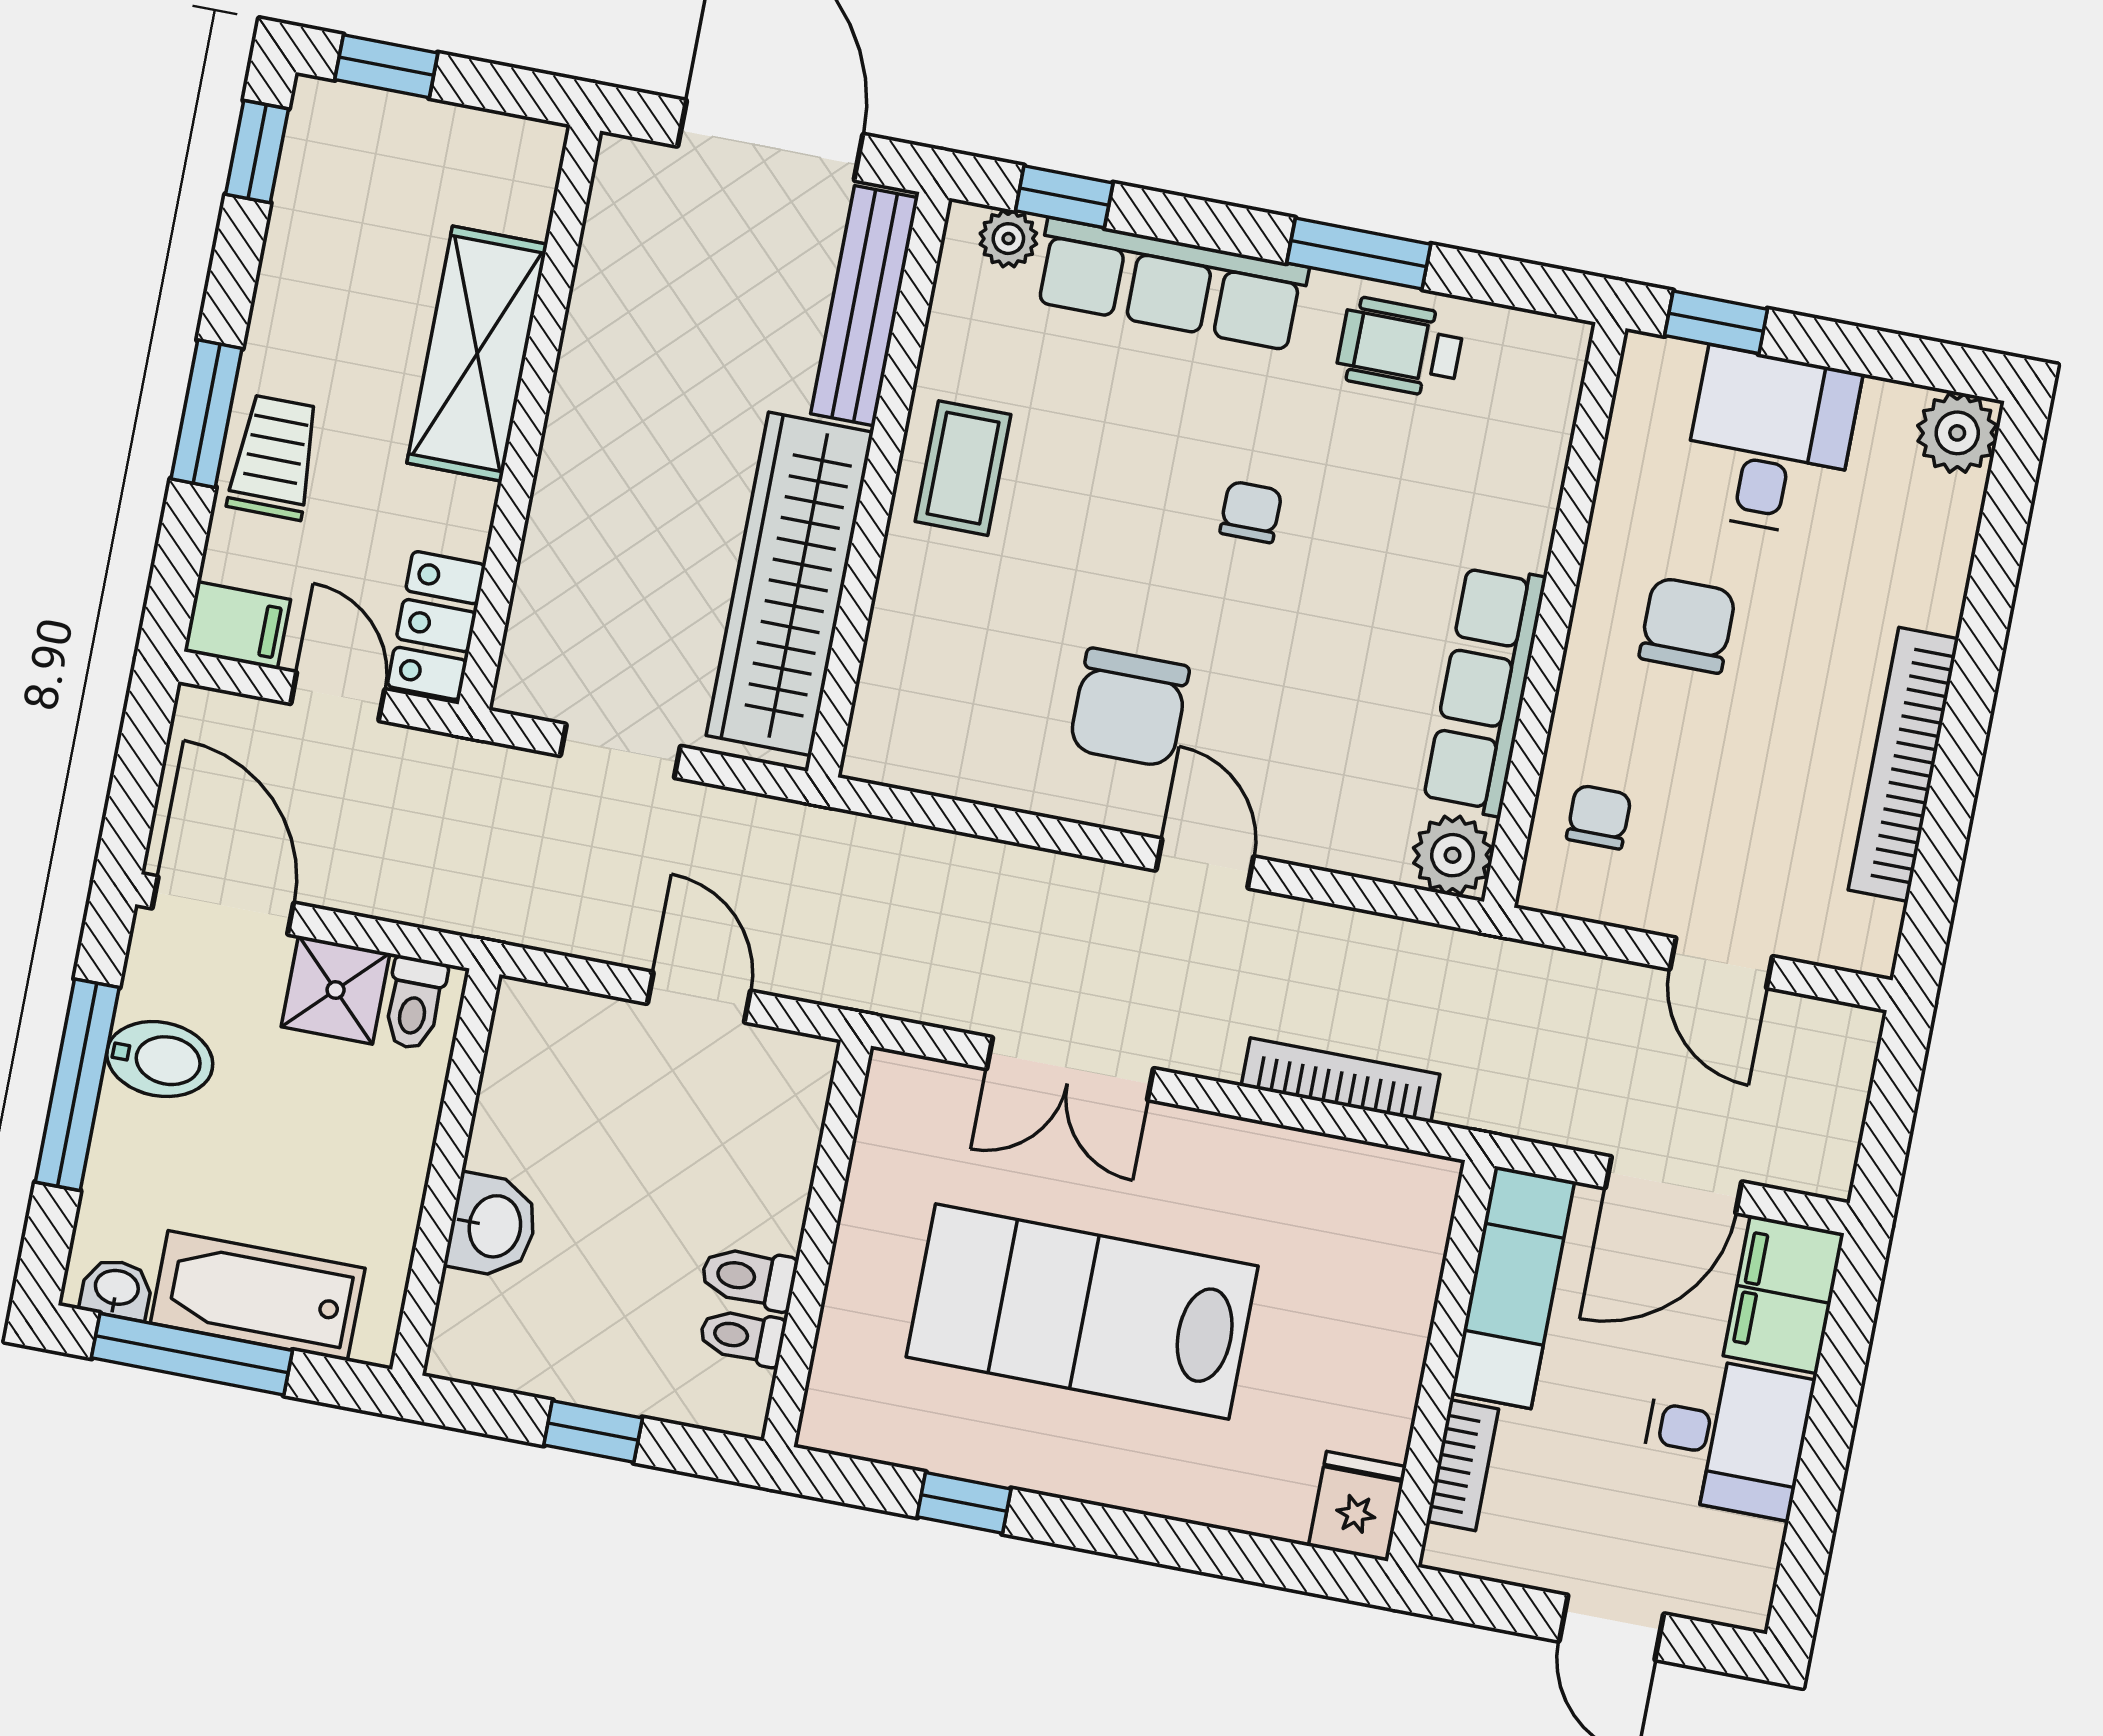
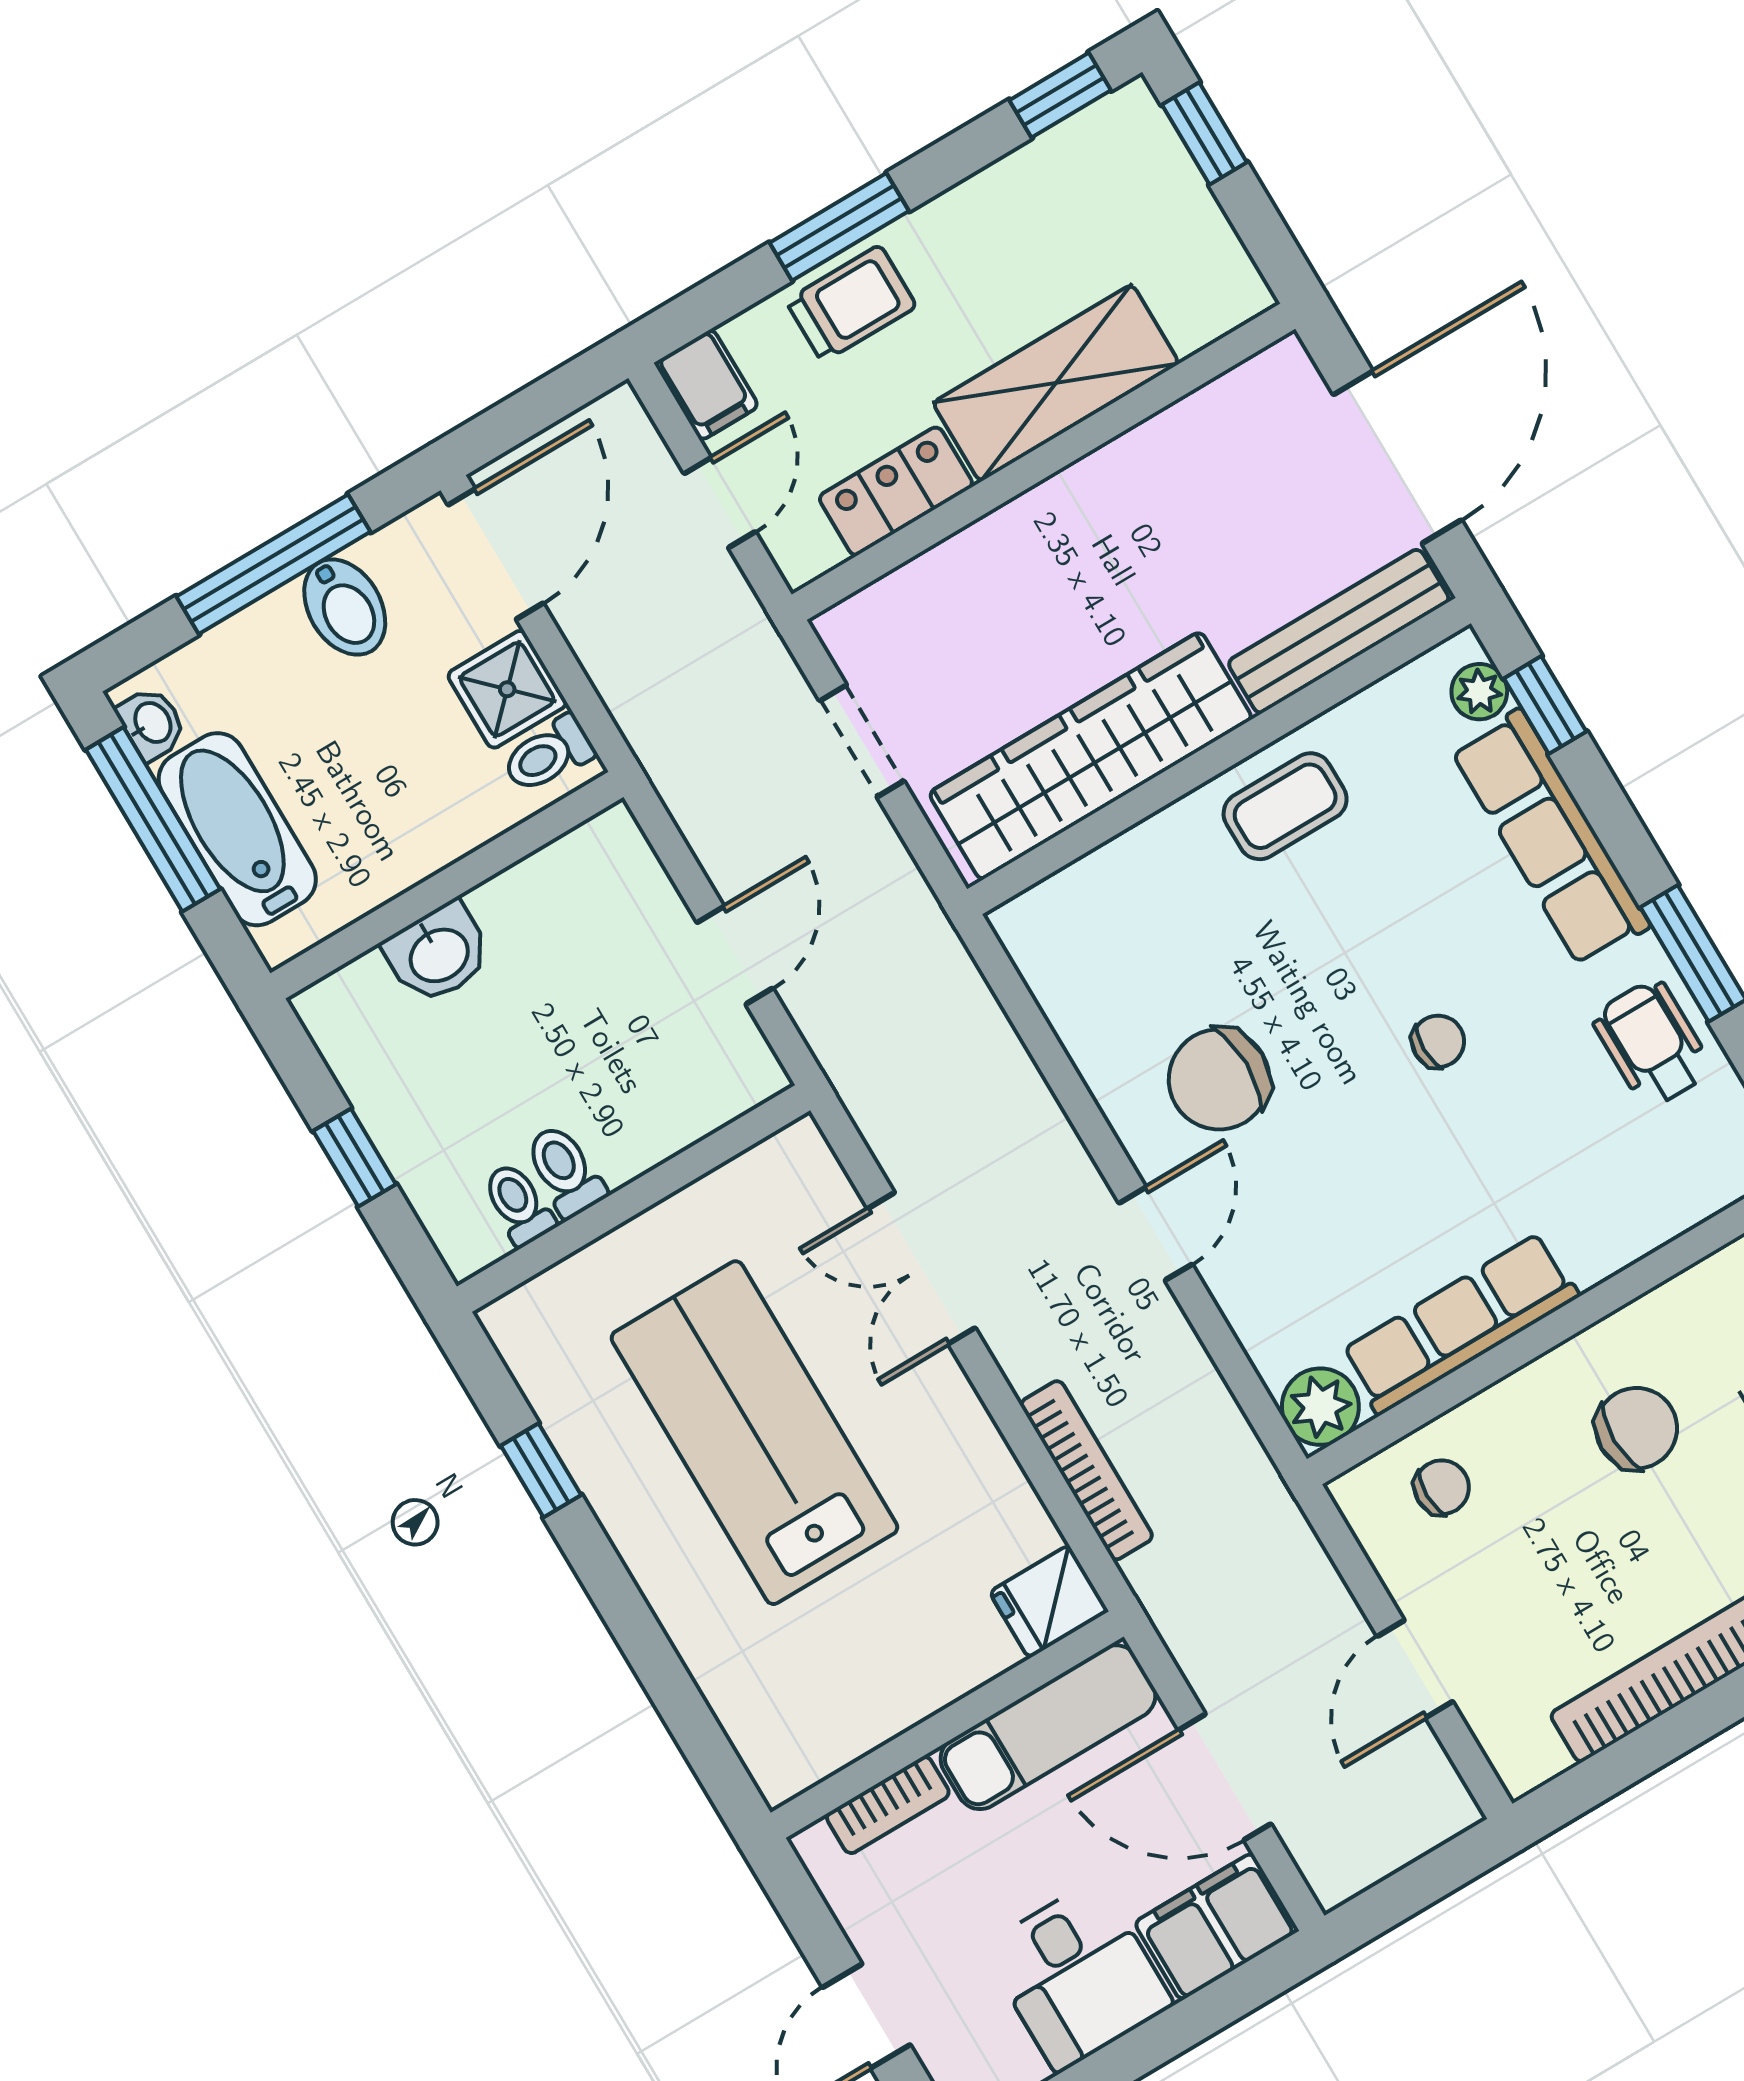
locker: (436, 626) -> (896, 491), moved
fridge: (1357, 1506) -> (1049, 1602), moved, turned 180

